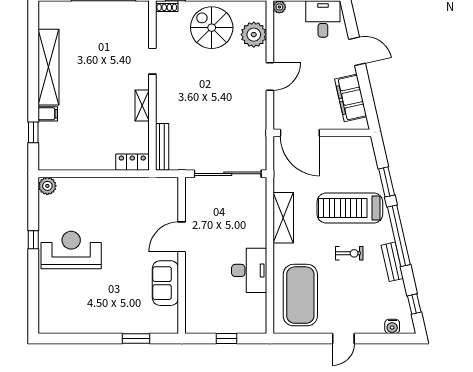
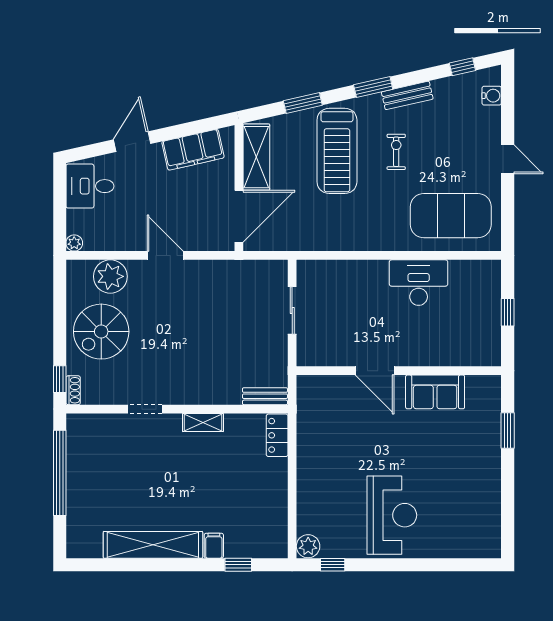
bench: (162, 147) -> (265, 396), width x0.73
sliding door: (228, 174) -> (292, 310), width x0.54
shelving: (283, 218) -> (256, 157), moved, turned 90
window: (399, 236) -> (373, 87), width x0.47
window: (33, 240) -> (333, 565), moved
reception desk: (71, 250) -> (392, 515), turned 180

